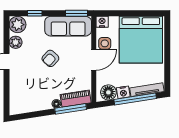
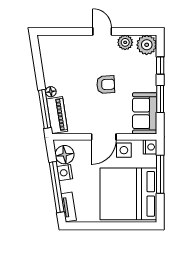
window: (77, 13) -> (160, 99), moved
window: (125, 13) -> (160, 174), added
sofa: (68, 26) -> (145, 113), width x0.73
armchair: (50, 58) -> (106, 85), turned 134
door: (94, 60) -> (104, 137), hinge flipped
tv unit: (147, 90) -> (69, 207), width x0.71

